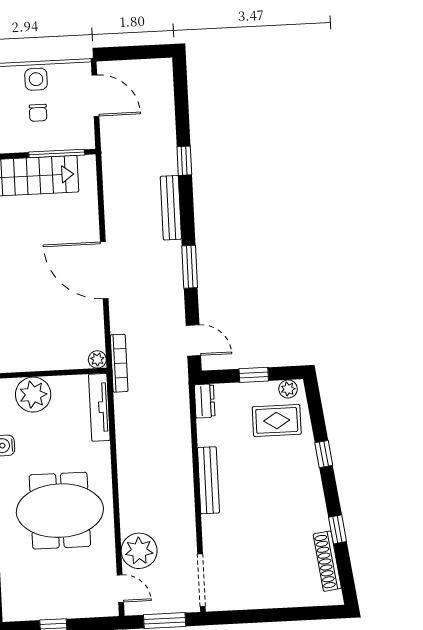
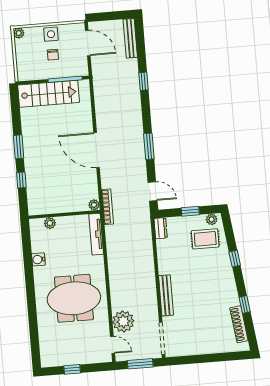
bench: (171, 208) -> (130, 38), moved
plant: (33, 395) -> (50, 223), width x0.53, depth x0.53
bench: (208, 480) -> (166, 295), moved

